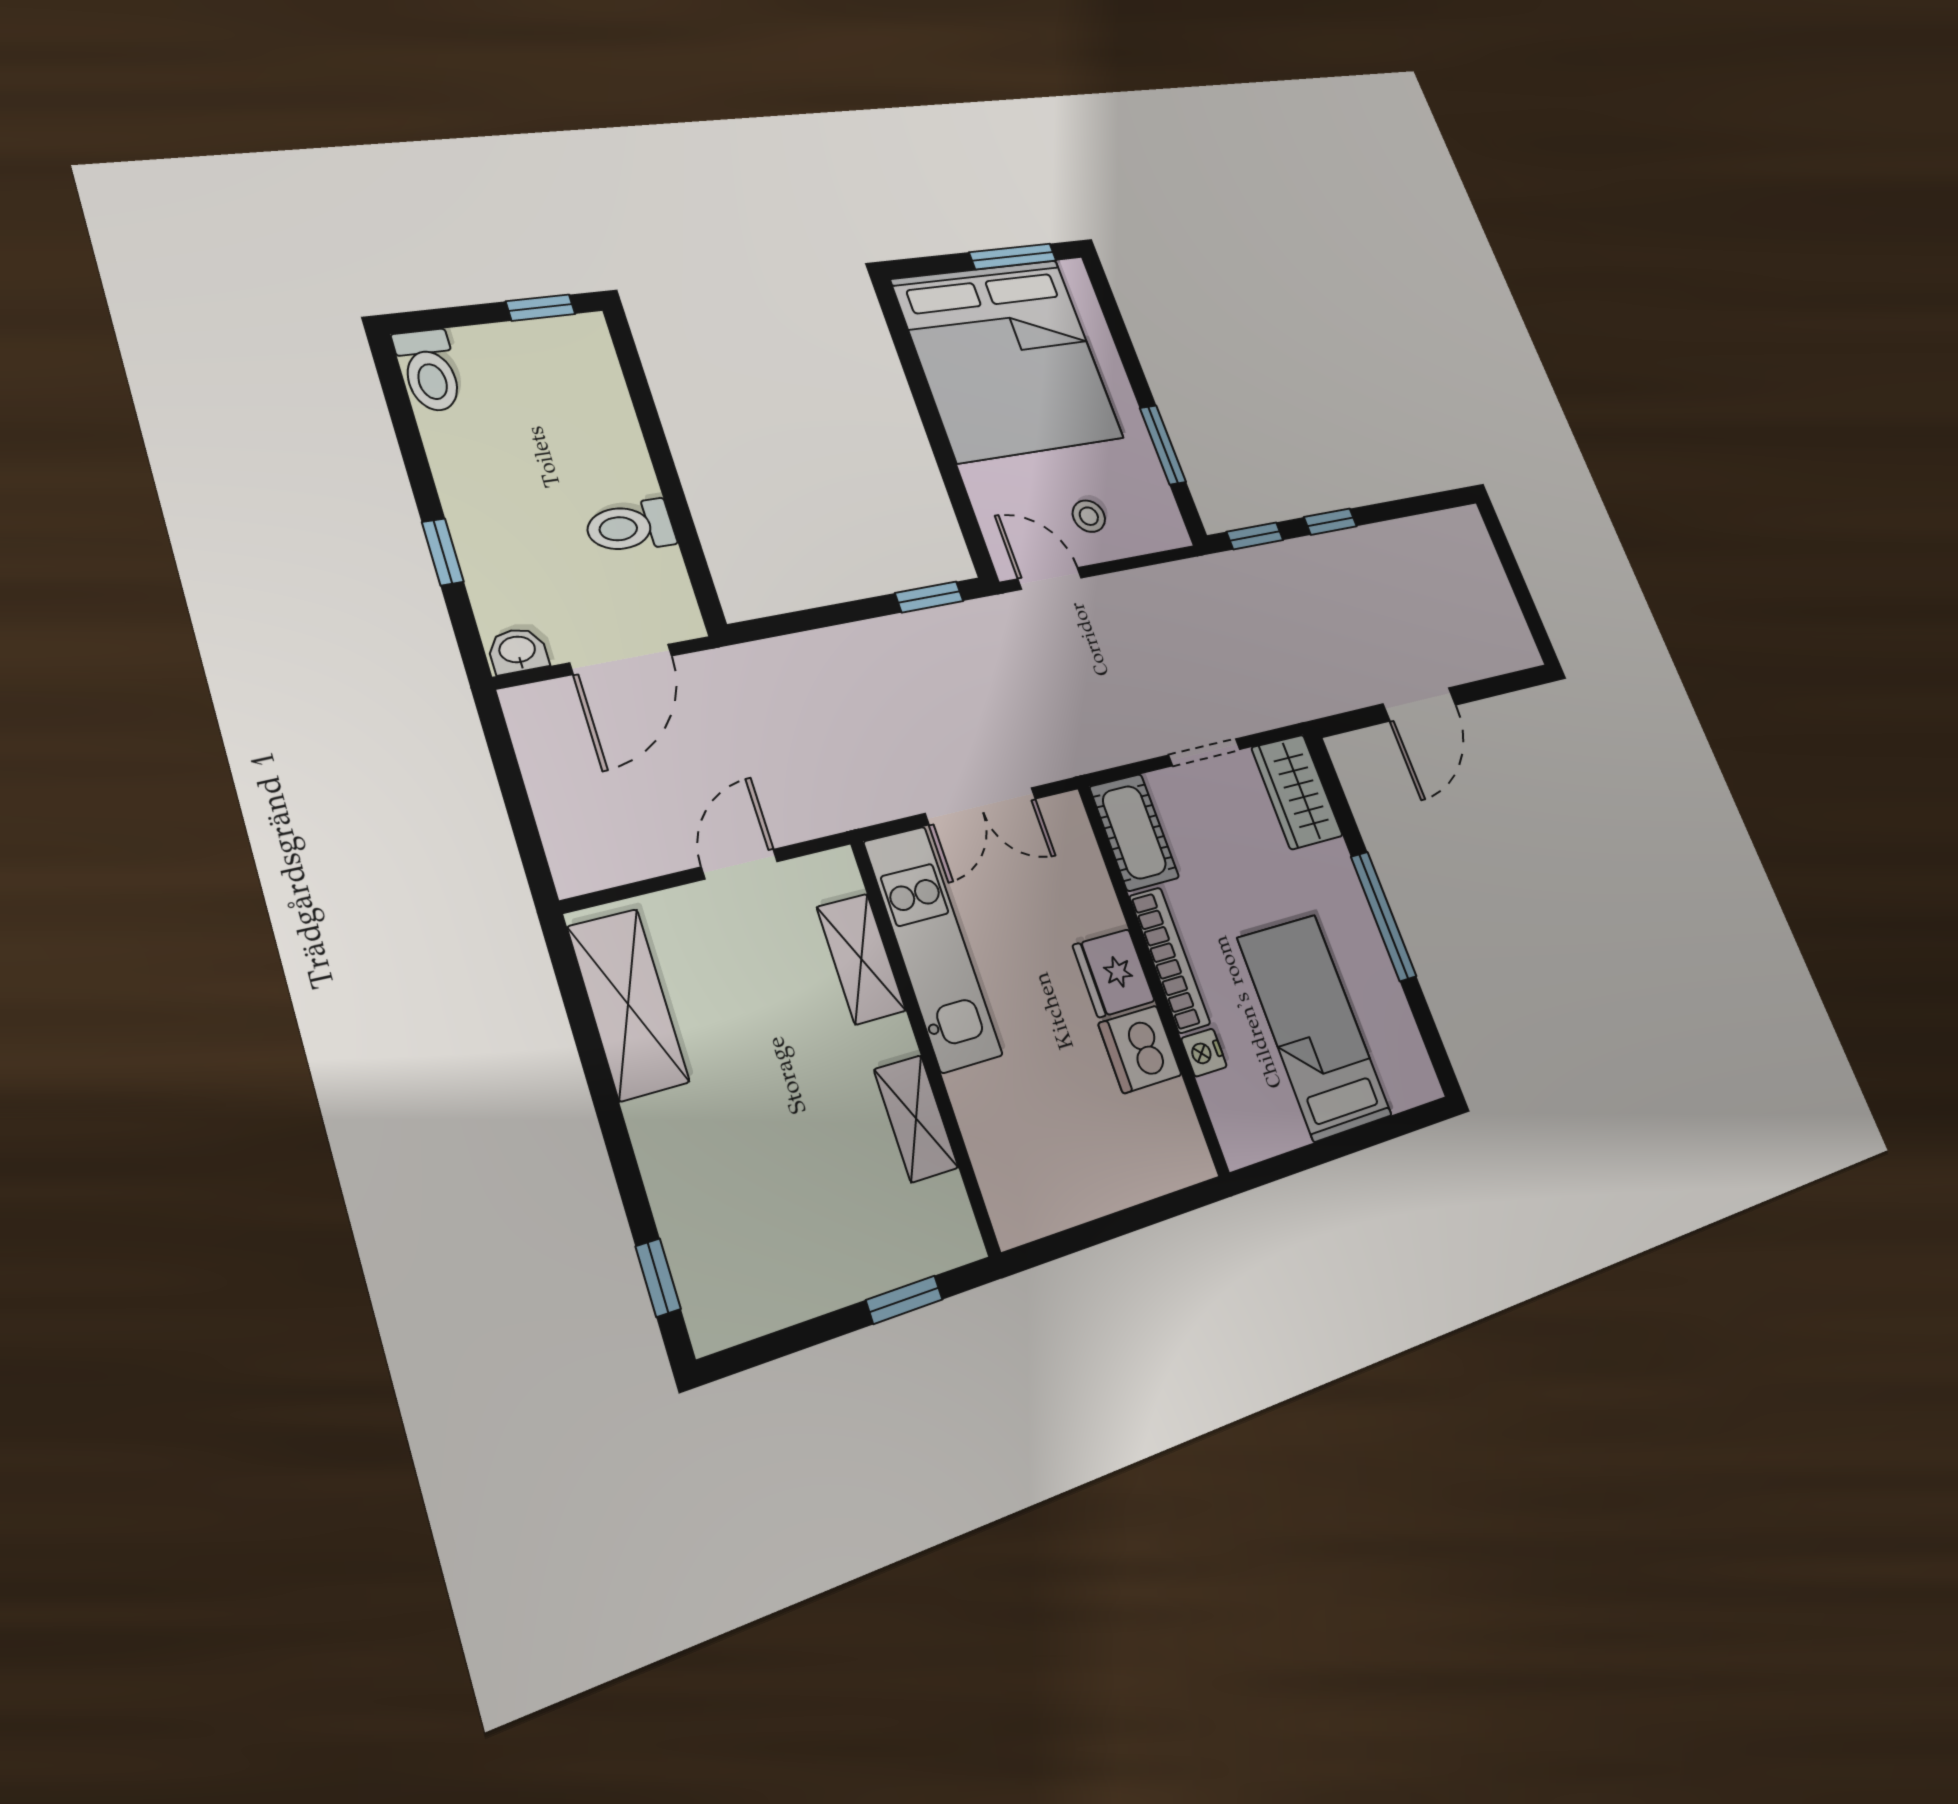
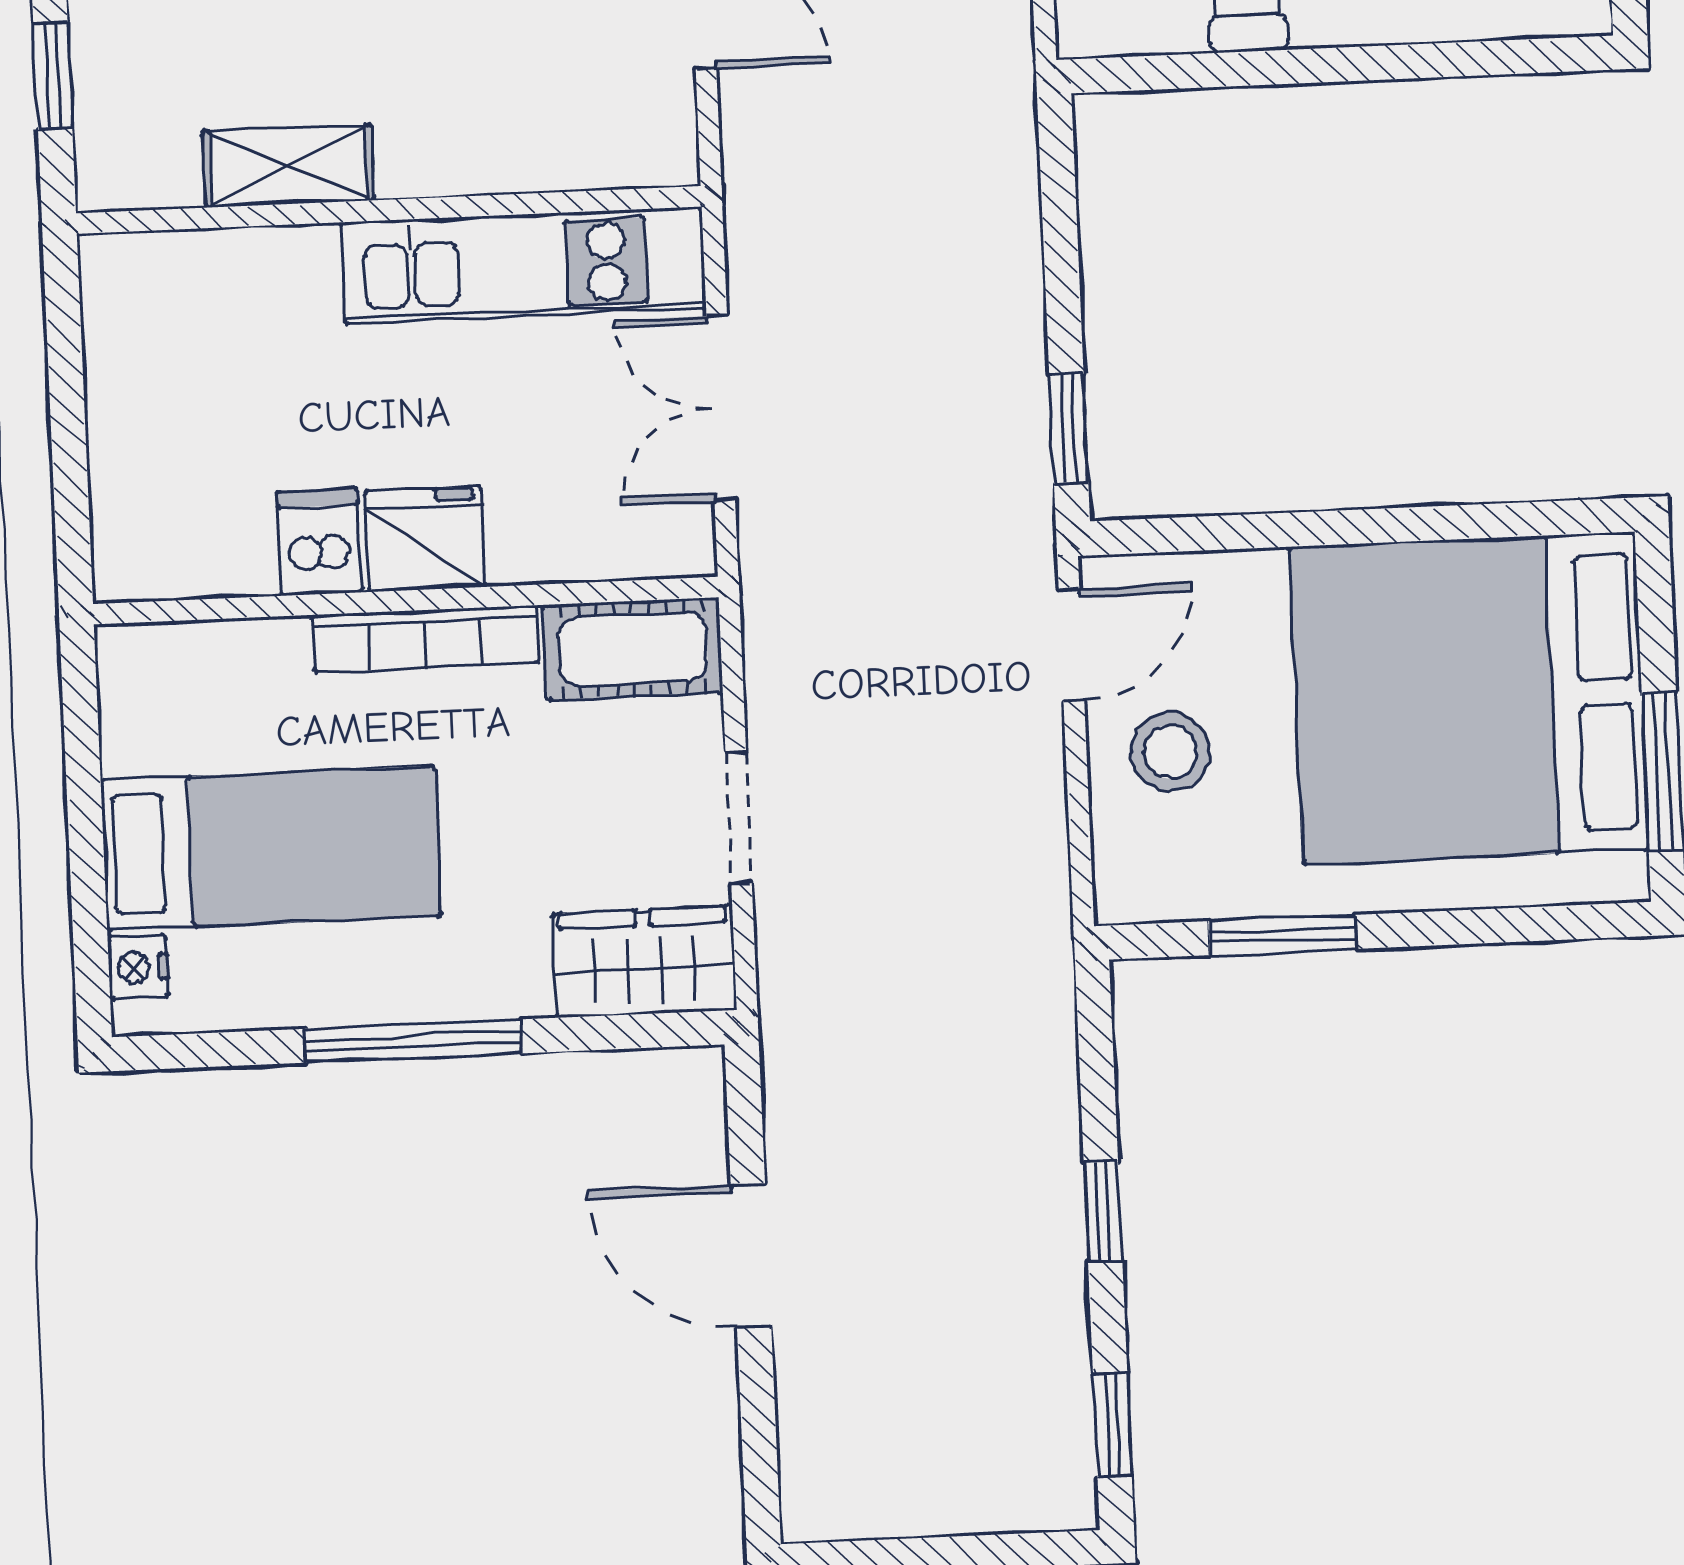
stool: (1089, 516) -> (1170, 752), width x1.37, depth x1.37
window: (1255, 536) -> (1112, 1425), moved
shelving: (861, 959) -> (530, 153), removed
dishwasher: (1140, 1049) -> (319, 542), width x0.73
nightstand: (1204, 1053) -> (138, 967), moved, turned -90

